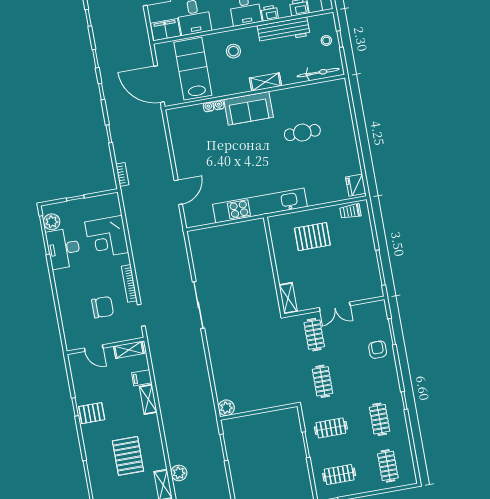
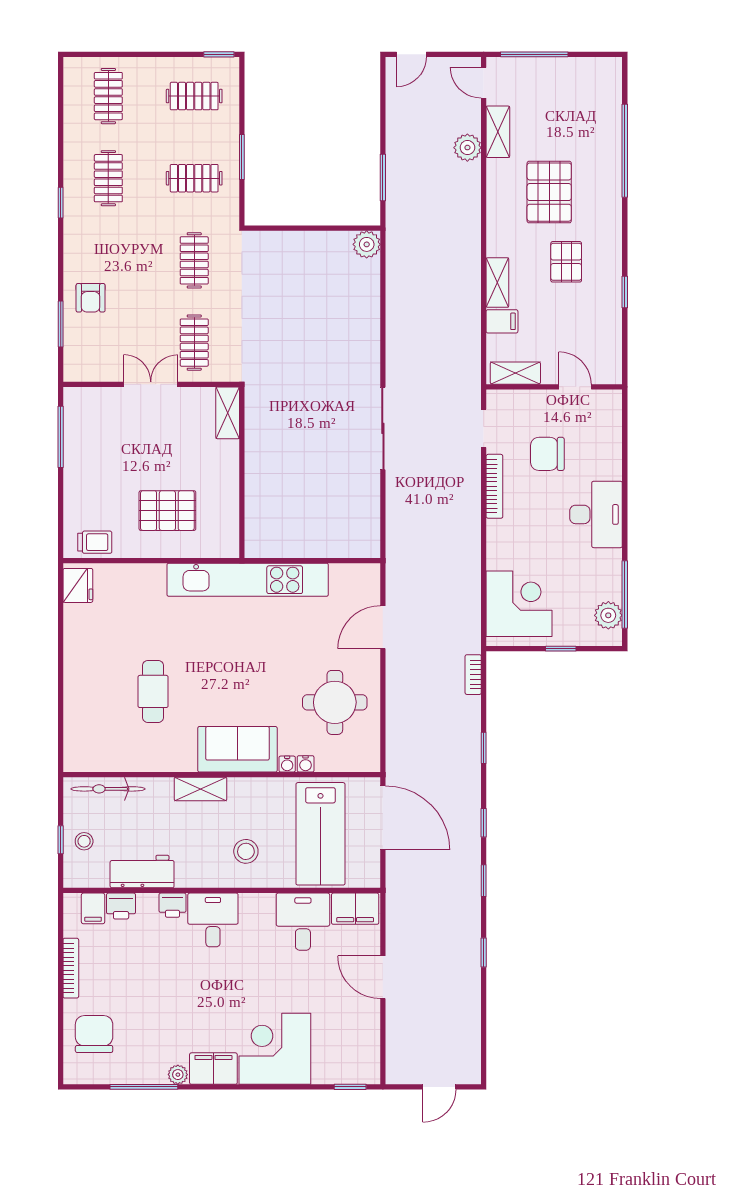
workbench: (284, 30) -> (142, 872), width x0.73
cafe table: (302, 133) -> (153, 691), turned 90
round table: (198, 145) -> (335, 702), added
corner desk: (107, 237) -> (519, 604), moved
desk: (64, 248) -> (596, 514), moved
pallet: (92, 413) -> (566, 262), moved, turned 90

